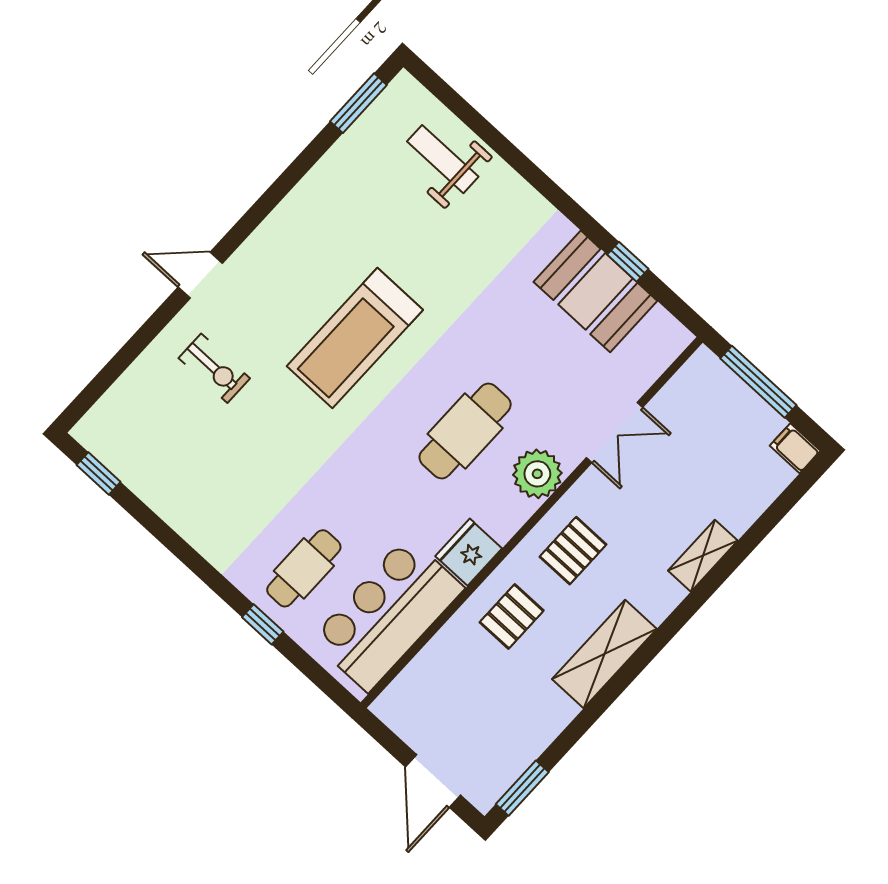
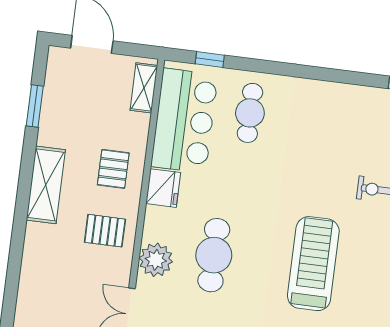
pallet: (573, 551) -> (105, 231), turned 90
shelving: (703, 556) -> (144, 88), moved
window: (263, 624) -> (210, 60), moved
window: (522, 788) -> (35, 106), moved

